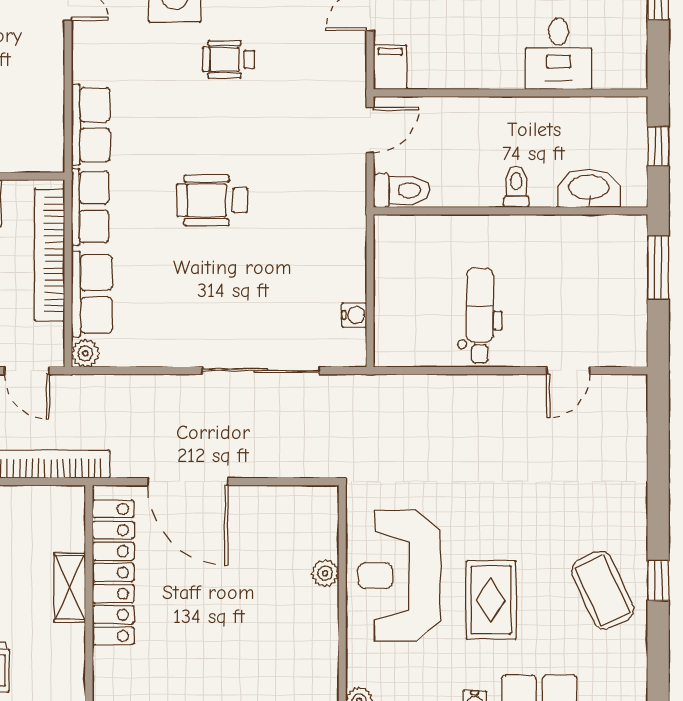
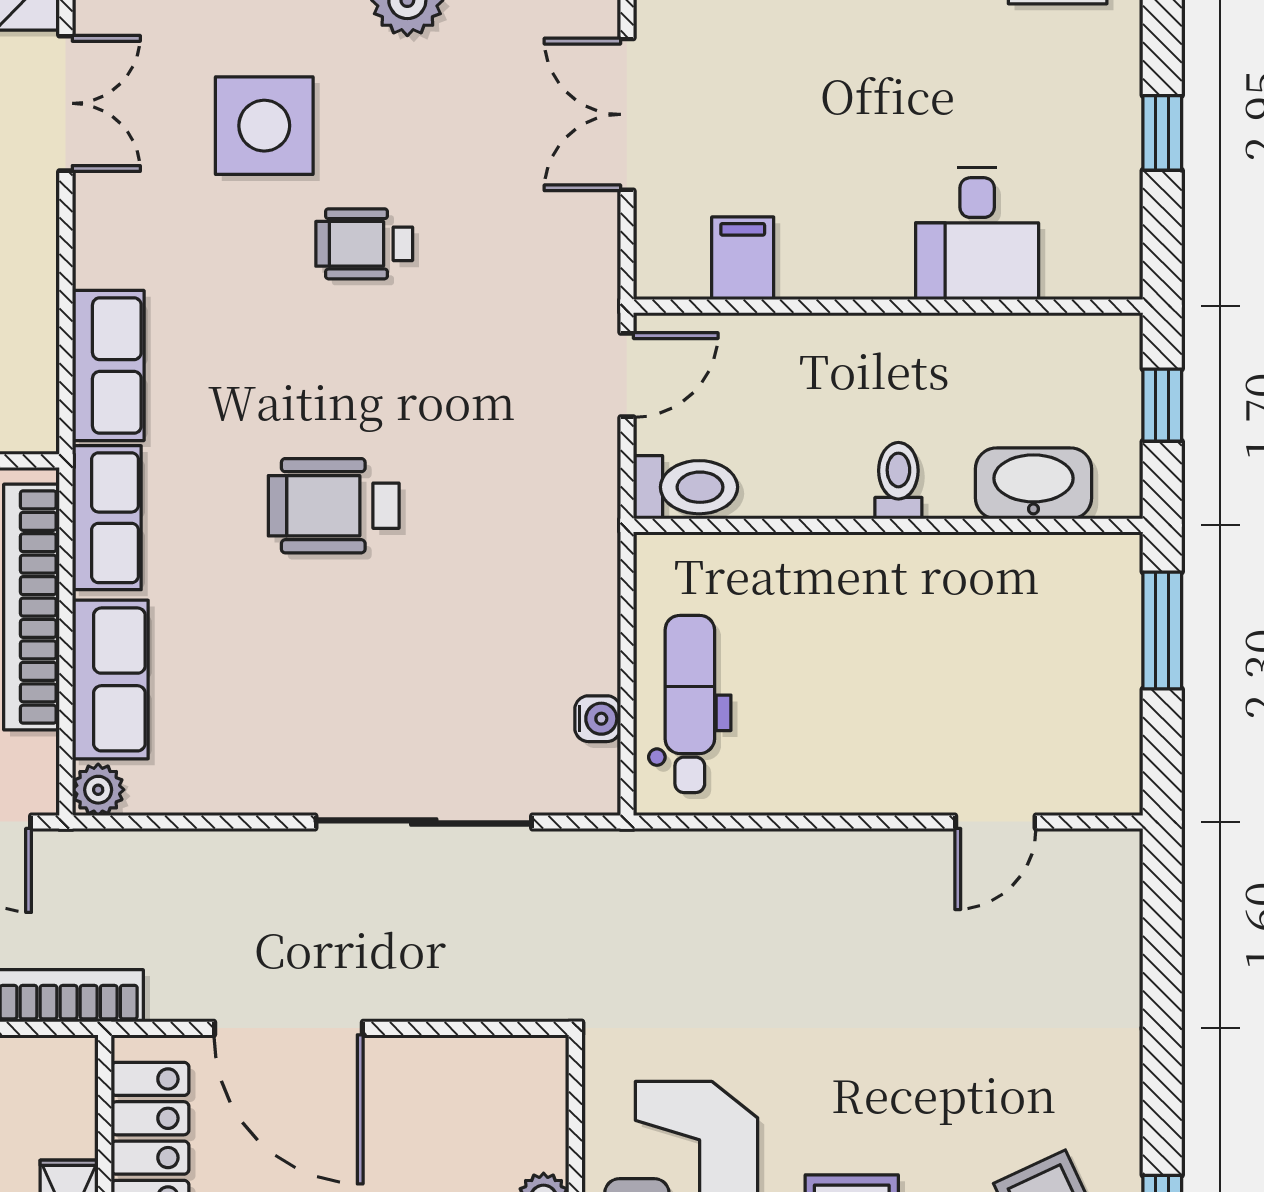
filing cabinet: (390, 67) -> (743, 258), moved
dental chair: (480, 316) -> (690, 704), moved

